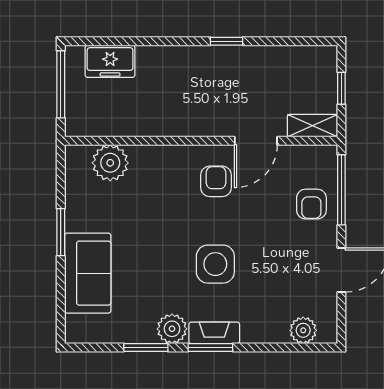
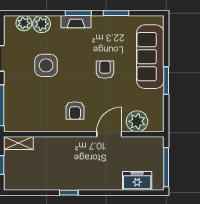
door: (256, 141) -> (109, 134), moved
armchair: (311, 204) -> (105, 70), moved
side table: (215, 264) -> (46, 65), moved
sofa: (88, 273) -> (150, 57), width x1.36
plant: (172, 329) -> (42, 24), moved

